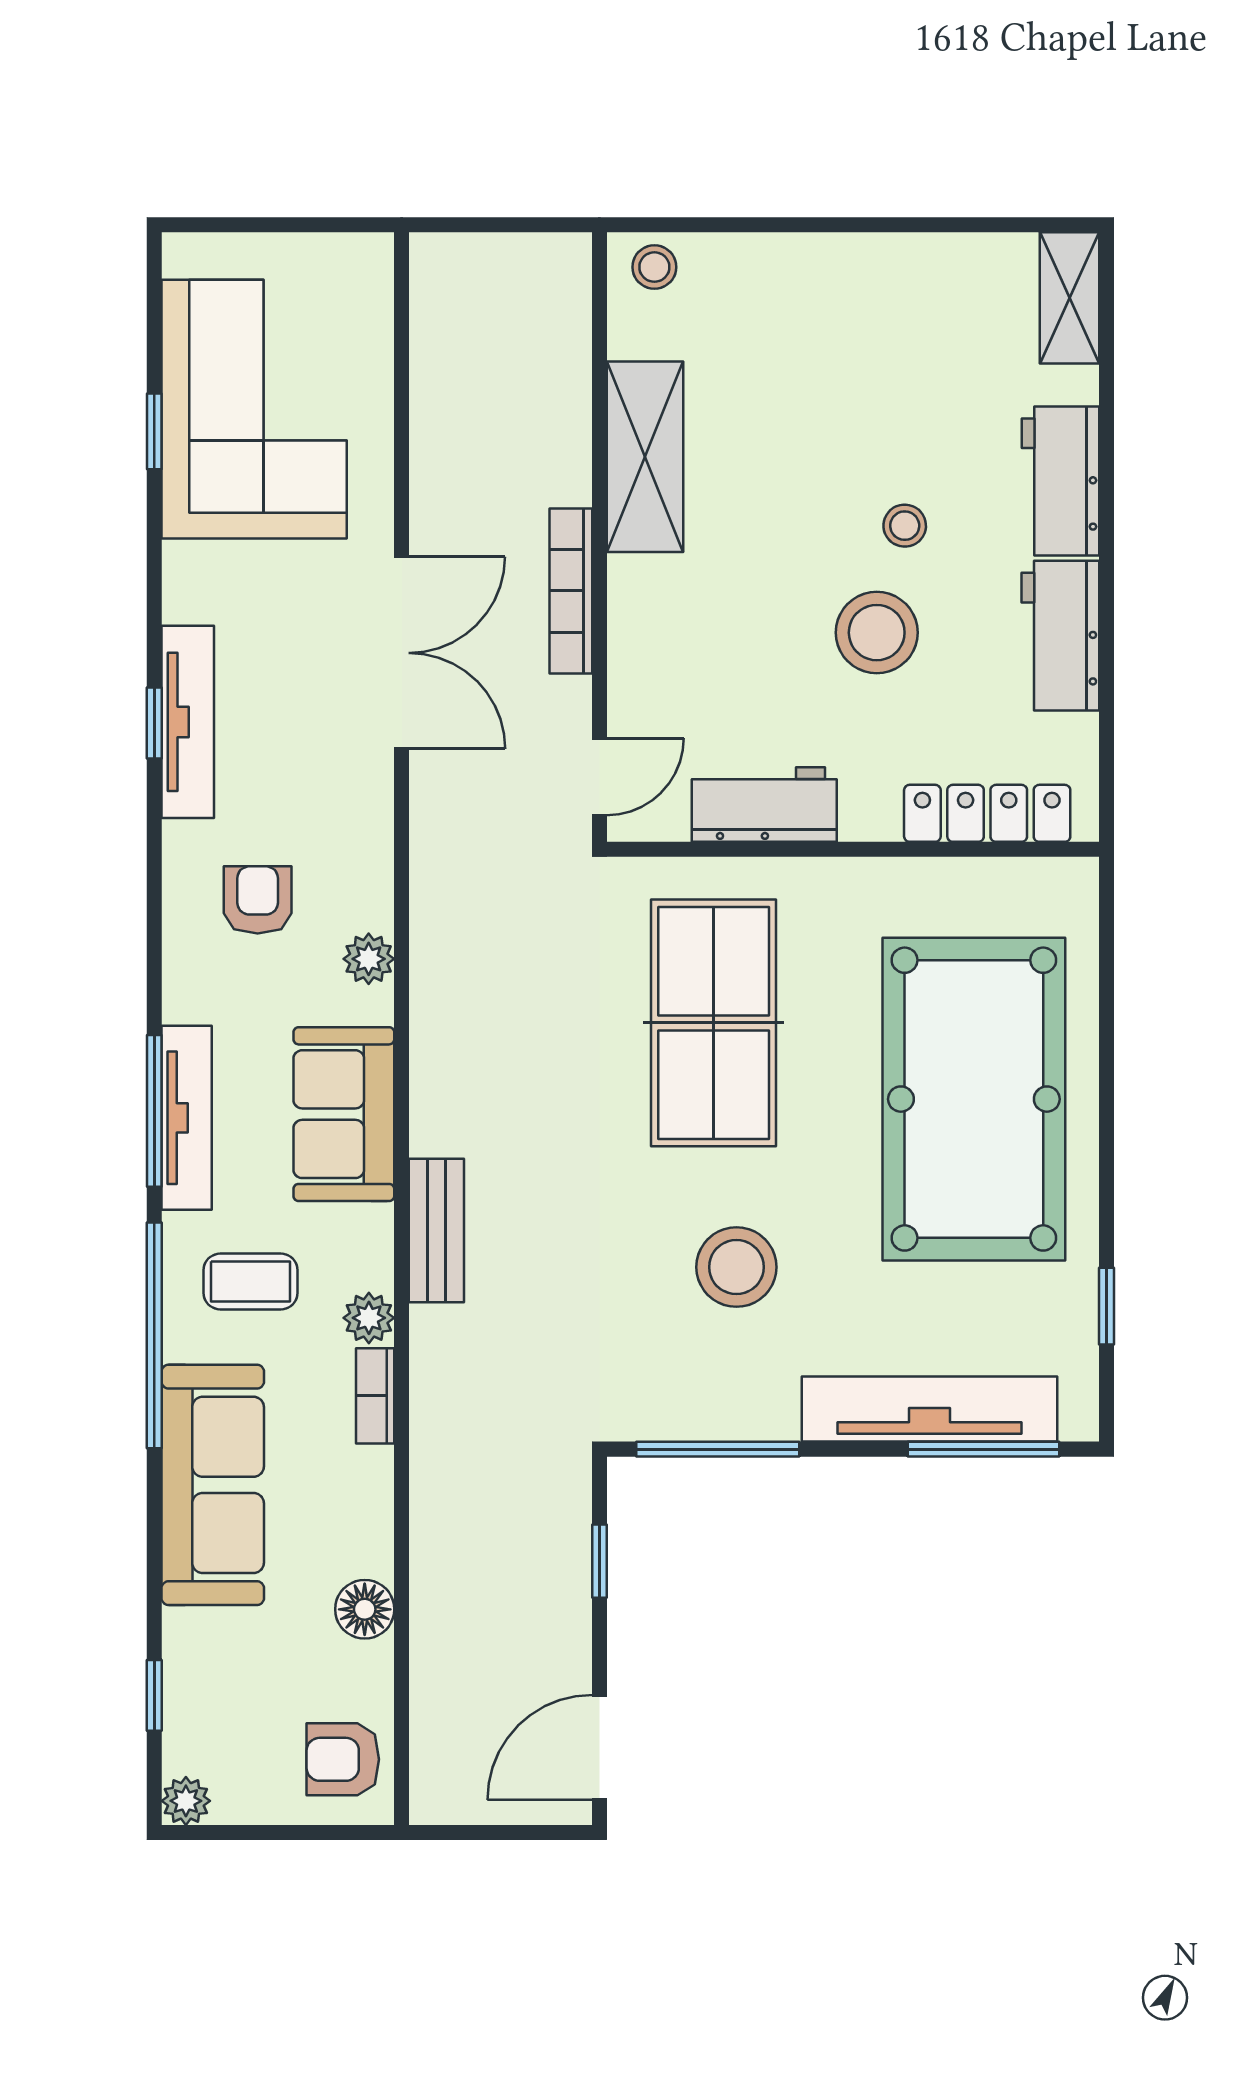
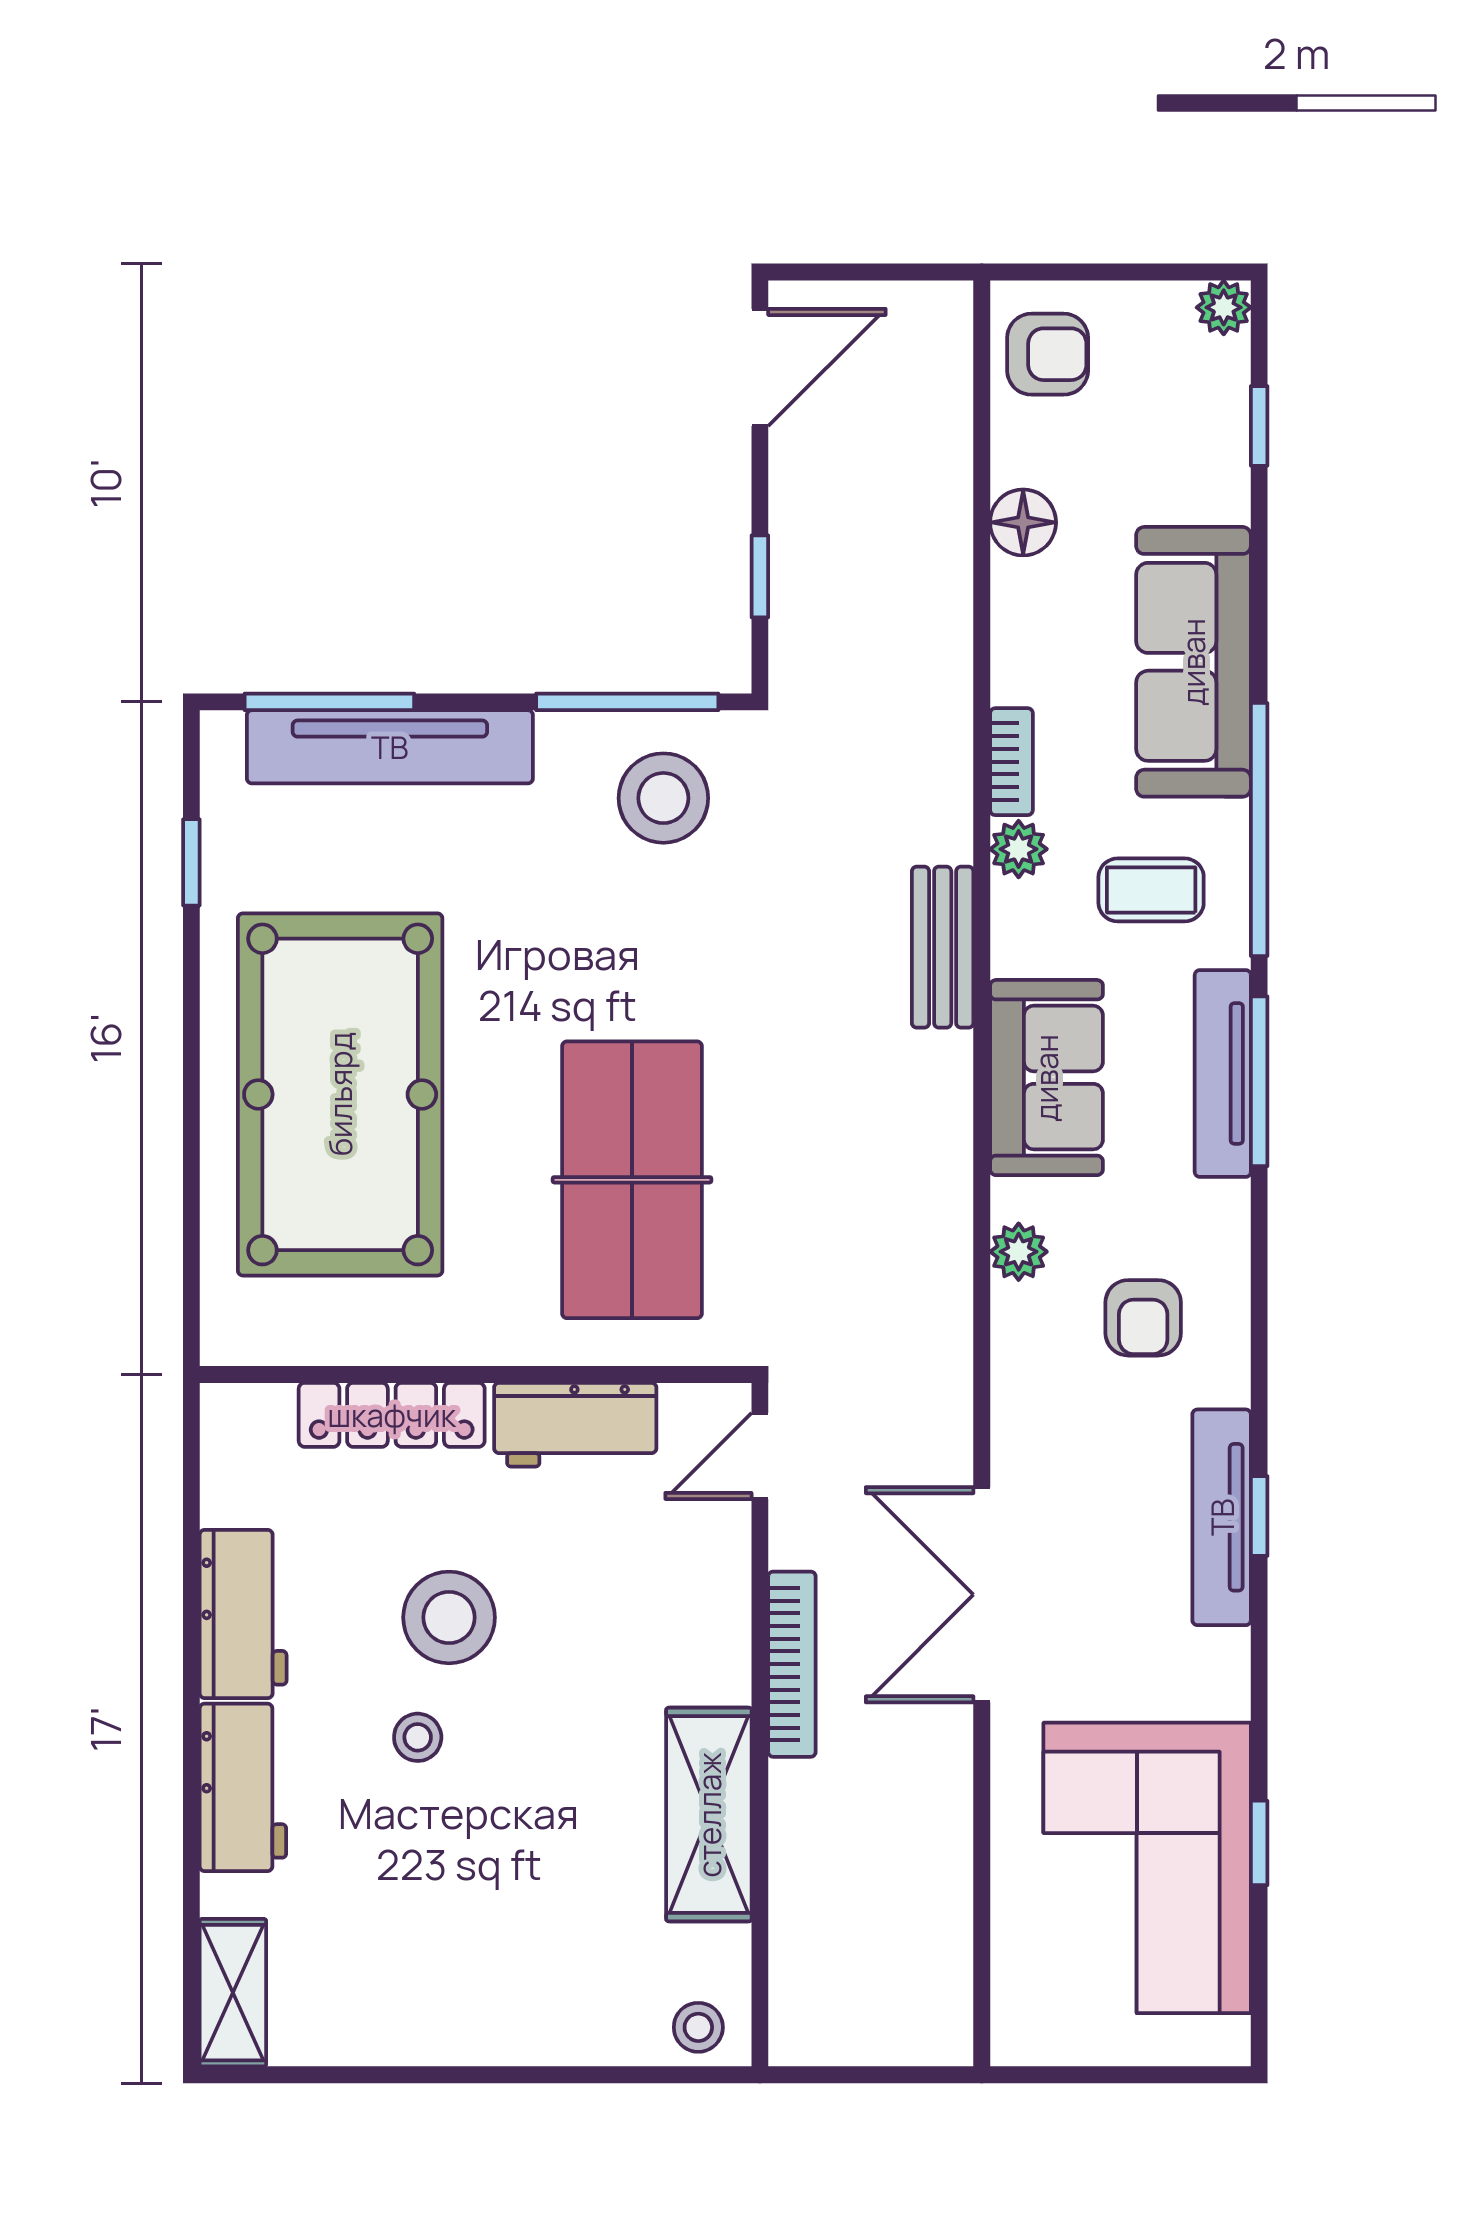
locker: (987, 813) -> (392, 1415), moved
stool: (736, 1267) -> (663, 798), moved

